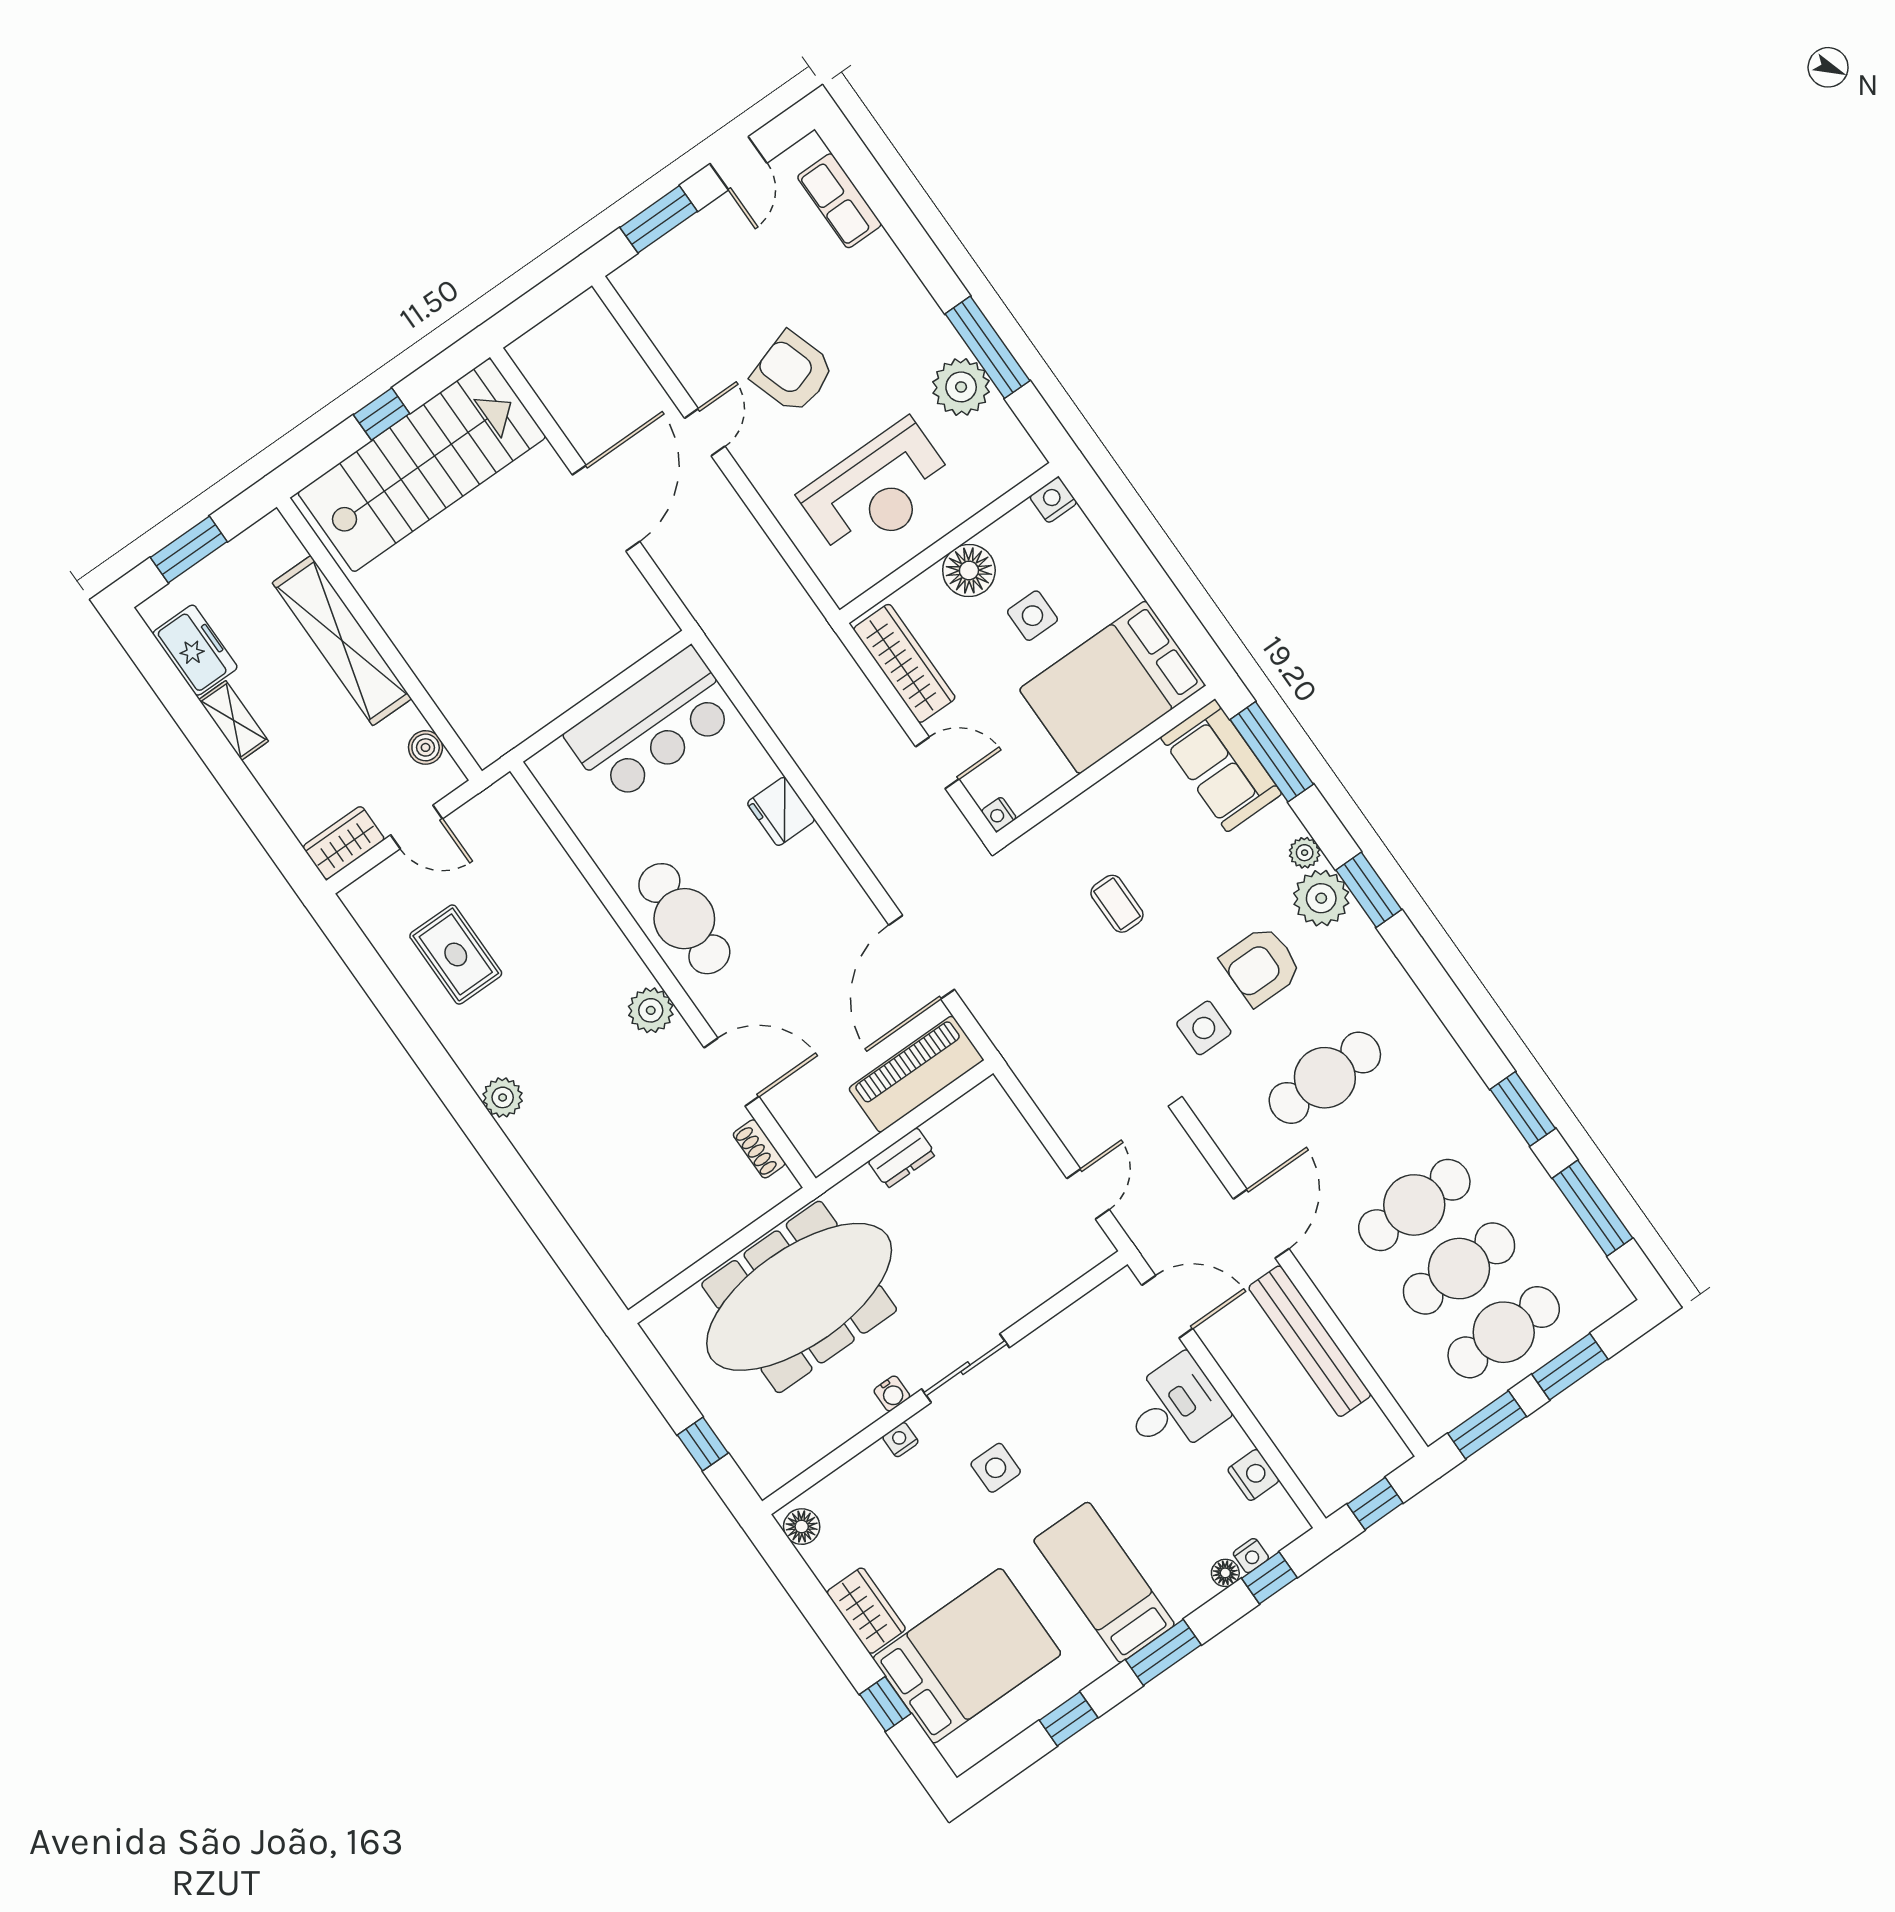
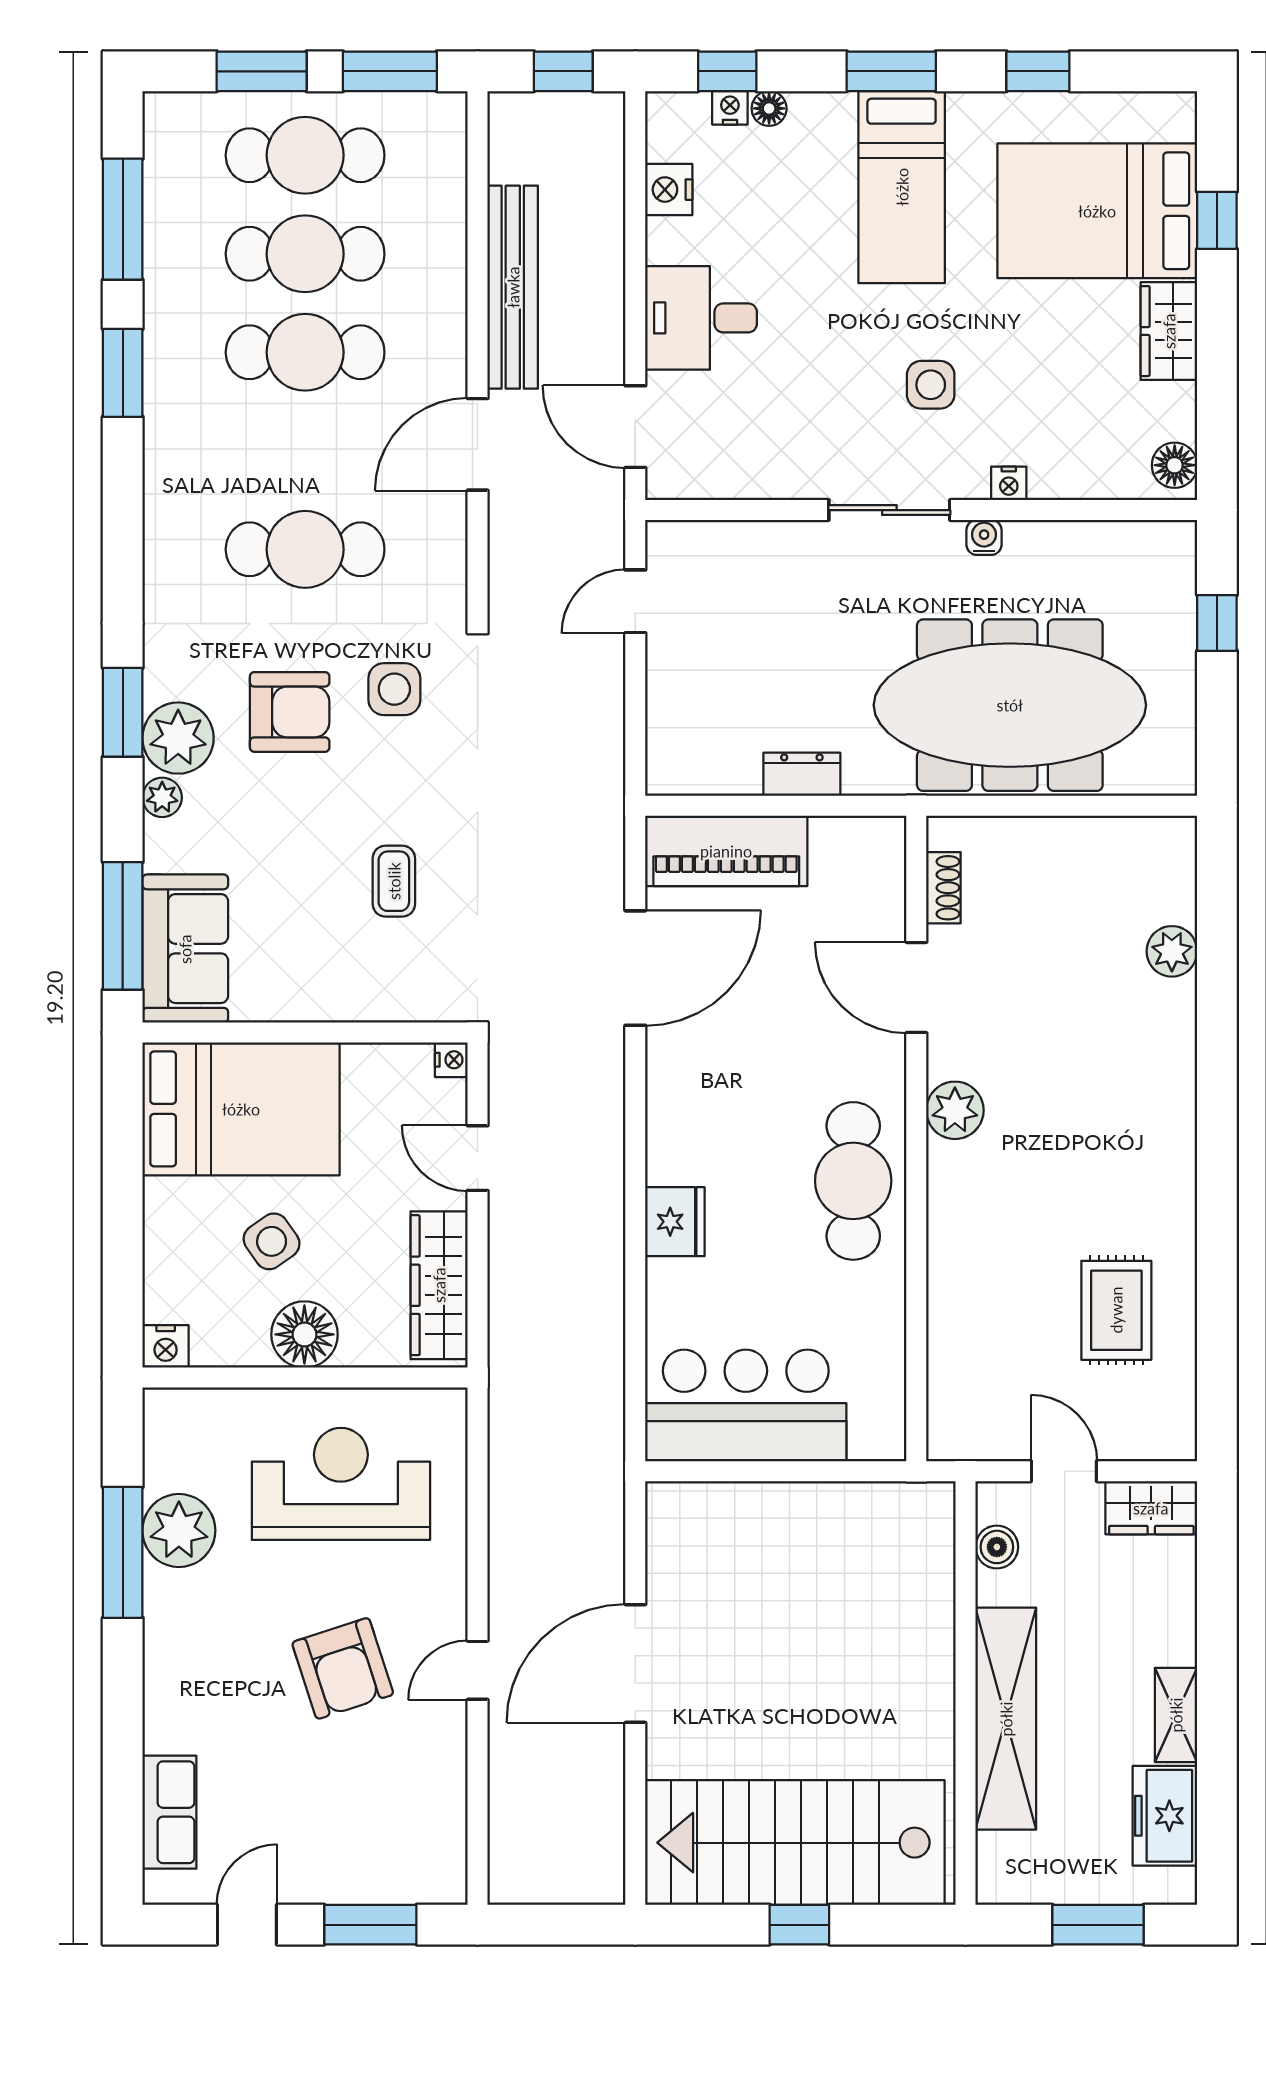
side table: (1032, 616) -> (272, 1241), turned -35
plant: (503, 1097) -> (1172, 951), moved

